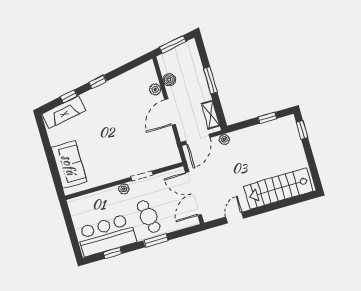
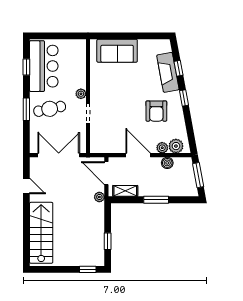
plant: (149, 76) -> (176, 146), added
armchair: (119, 106) -> (156, 111), added
fireplace: (64, 112) -> (168, 72), moved

